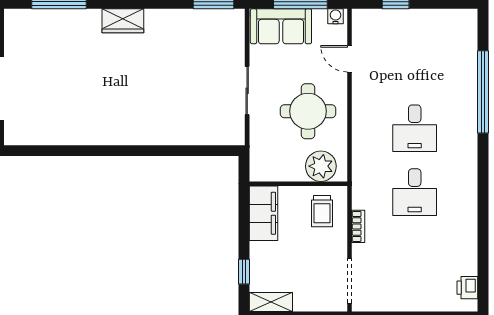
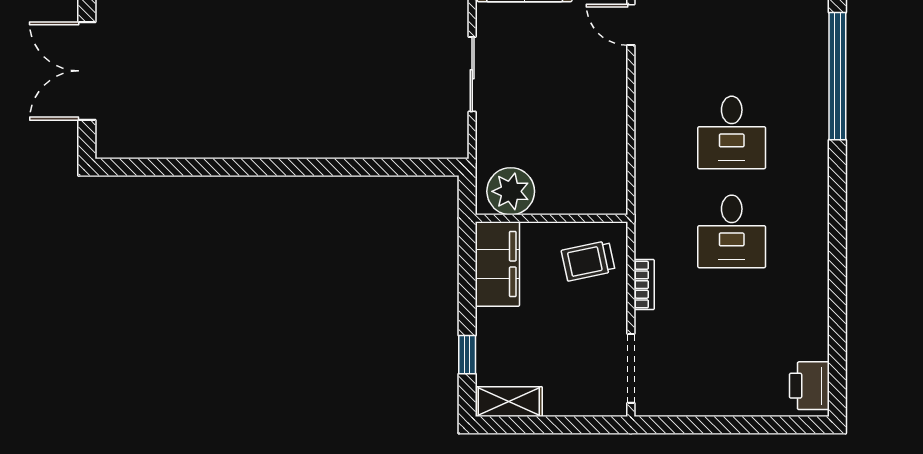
round table: (308, 111) -> (566, 106), removed
plant: (321, 166) -> (511, 191), moved
trolley: (322, 211) -> (588, 261), turned 78
printer: (467, 288) -> (809, 386), width x1.36, depth x1.24

